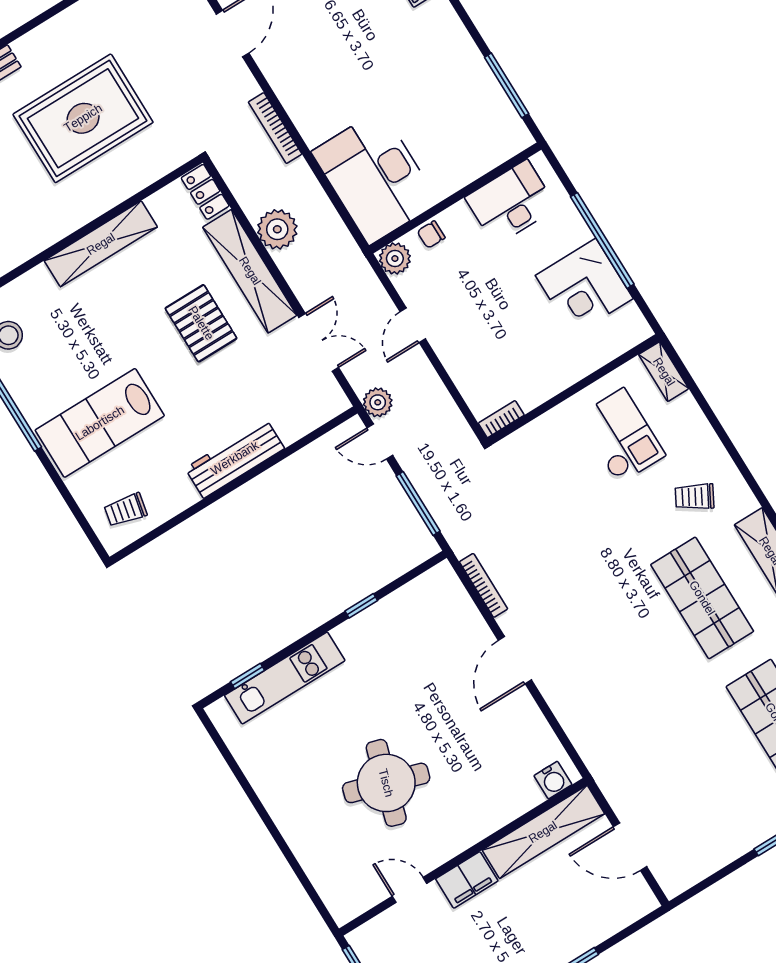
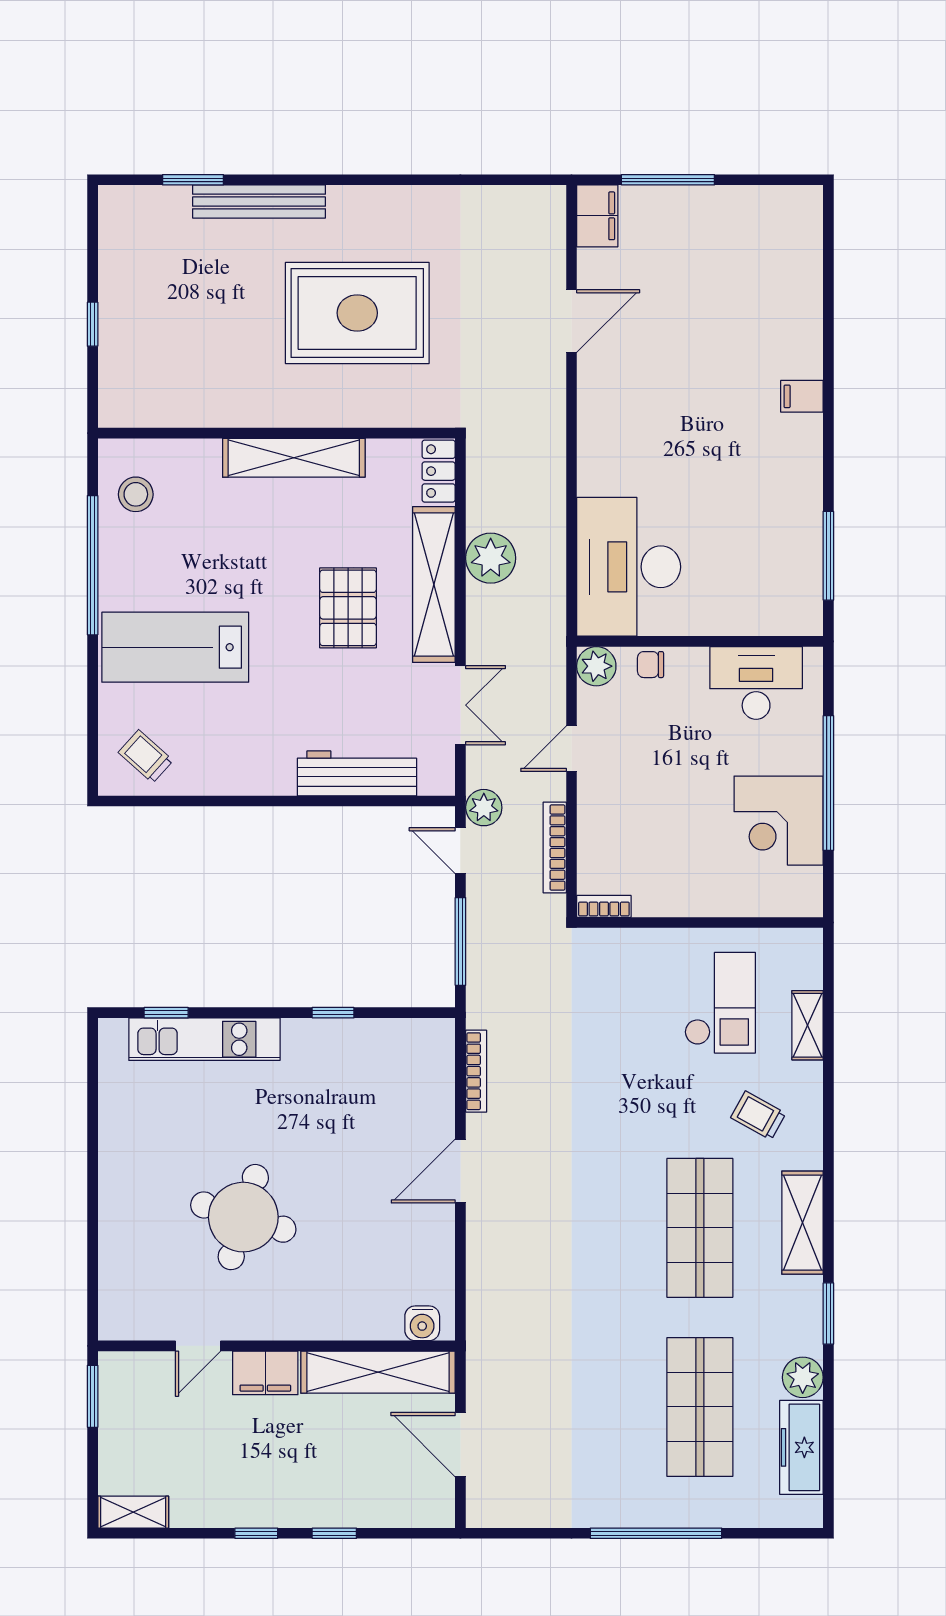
bookcase: (275, 128) -> (555, 848), moved
shelving: (664, 372) -> (807, 1025), moved
workbench: (235, 458) -> (357, 773), moved
trolley: (126, 510) -> (146, 756), turned 30
door: (410, 890) -> (198, 1346), swing flipped

